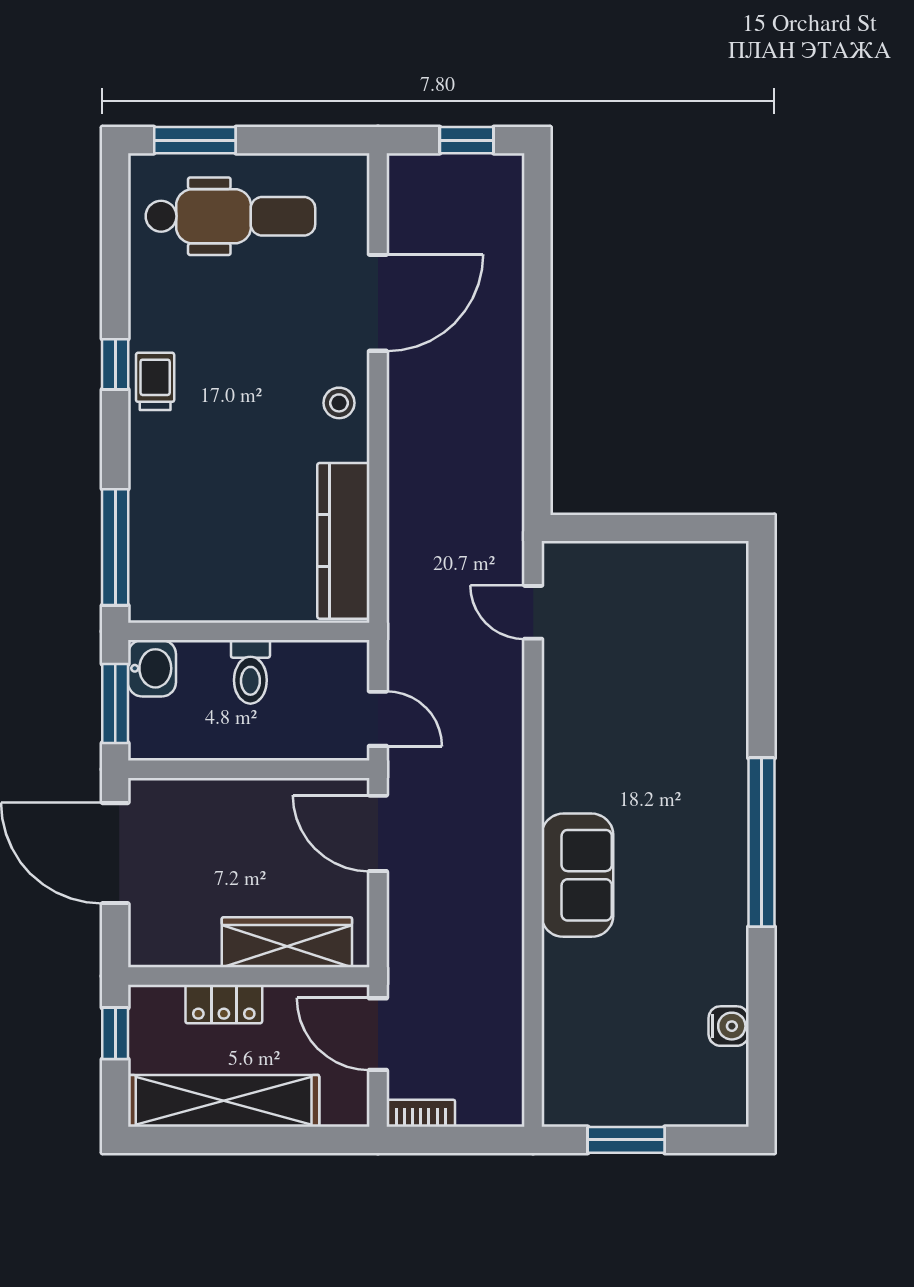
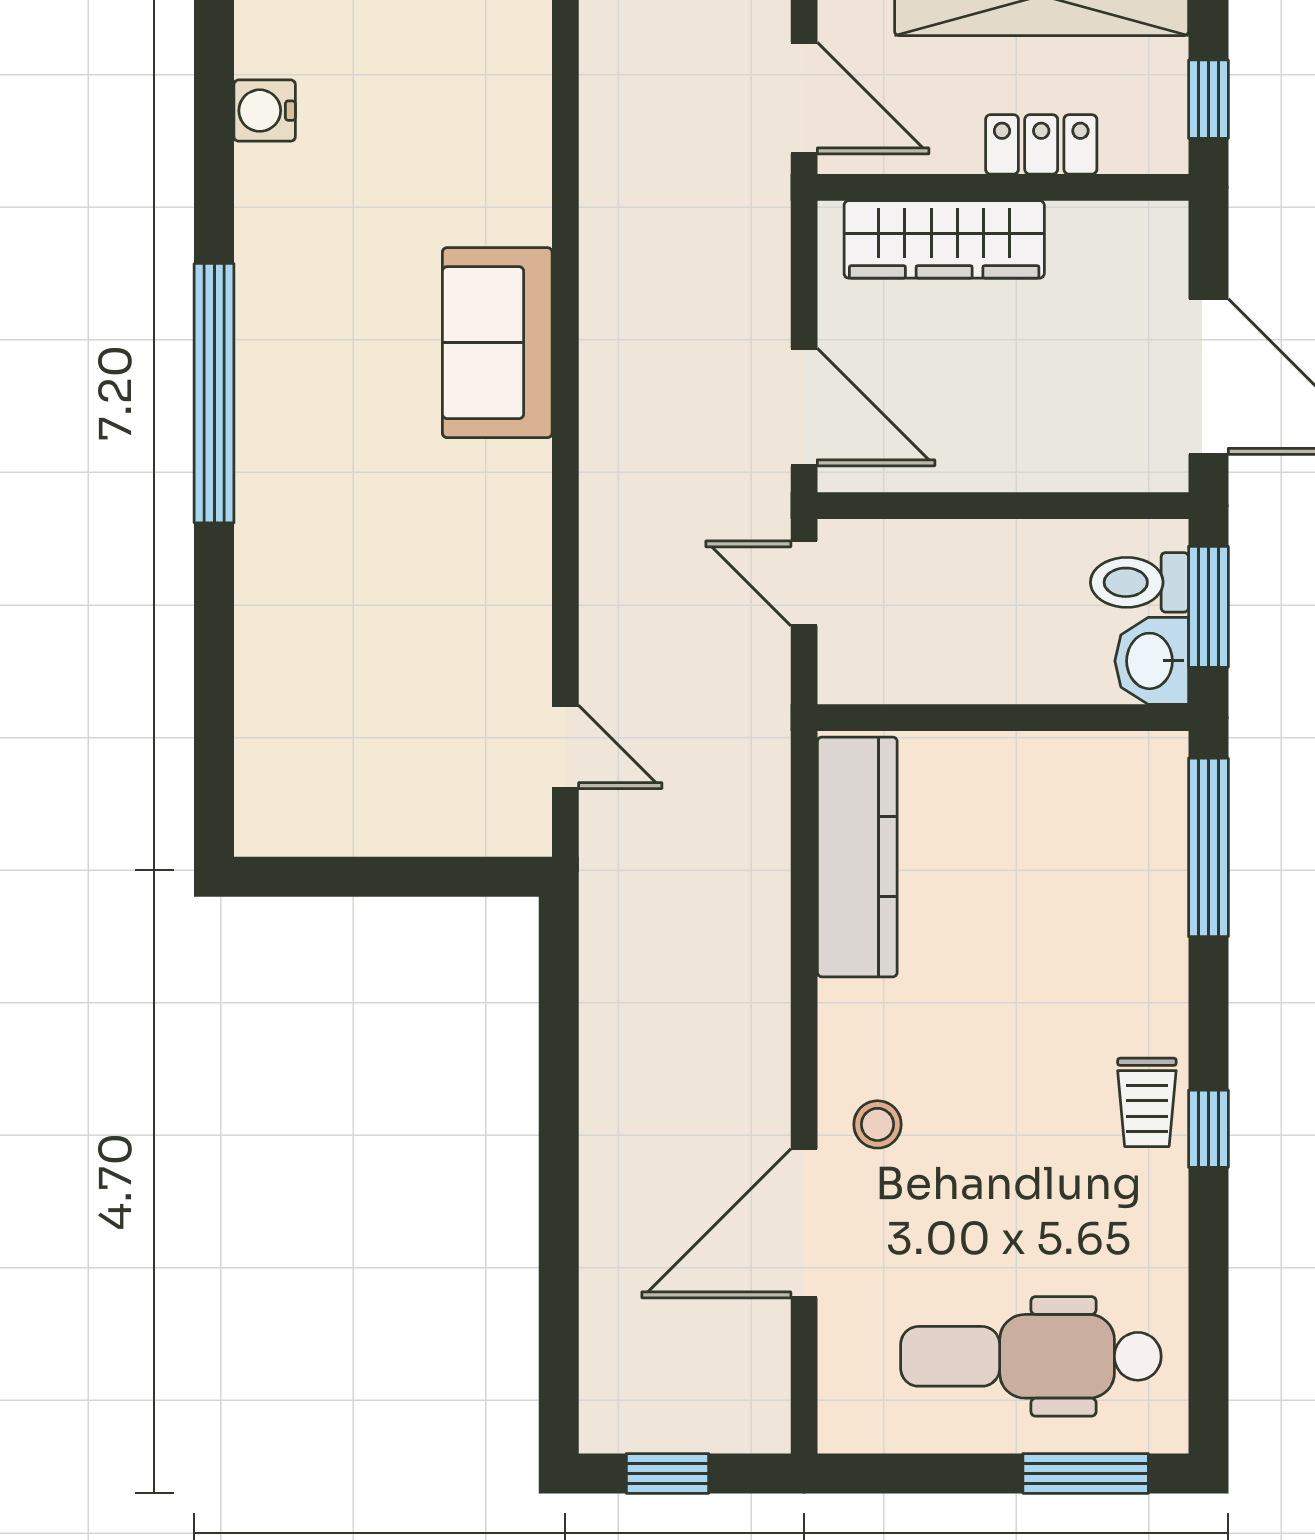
stool: (339, 403) -> (877, 1124), moved
toilet: (250, 672) -> (1139, 582), moved, turned -90

